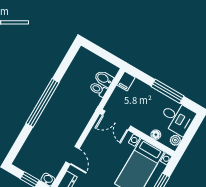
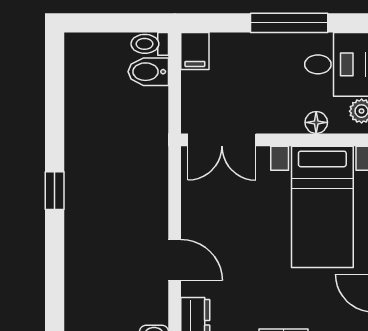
toilet: (98, 89) -> (150, 44), moved
window: (43, 103) -> (55, 191), width x0.32

